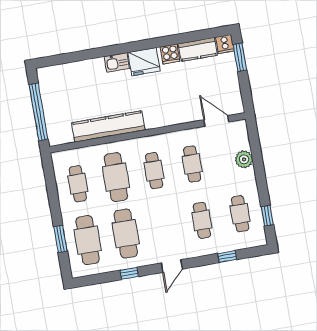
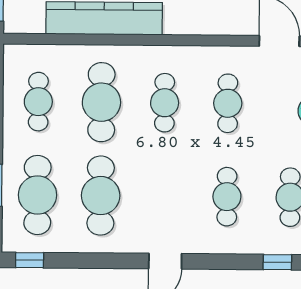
window: (227, 256) -> (277, 262), moved
window: (129, 273) -> (30, 260), moved

